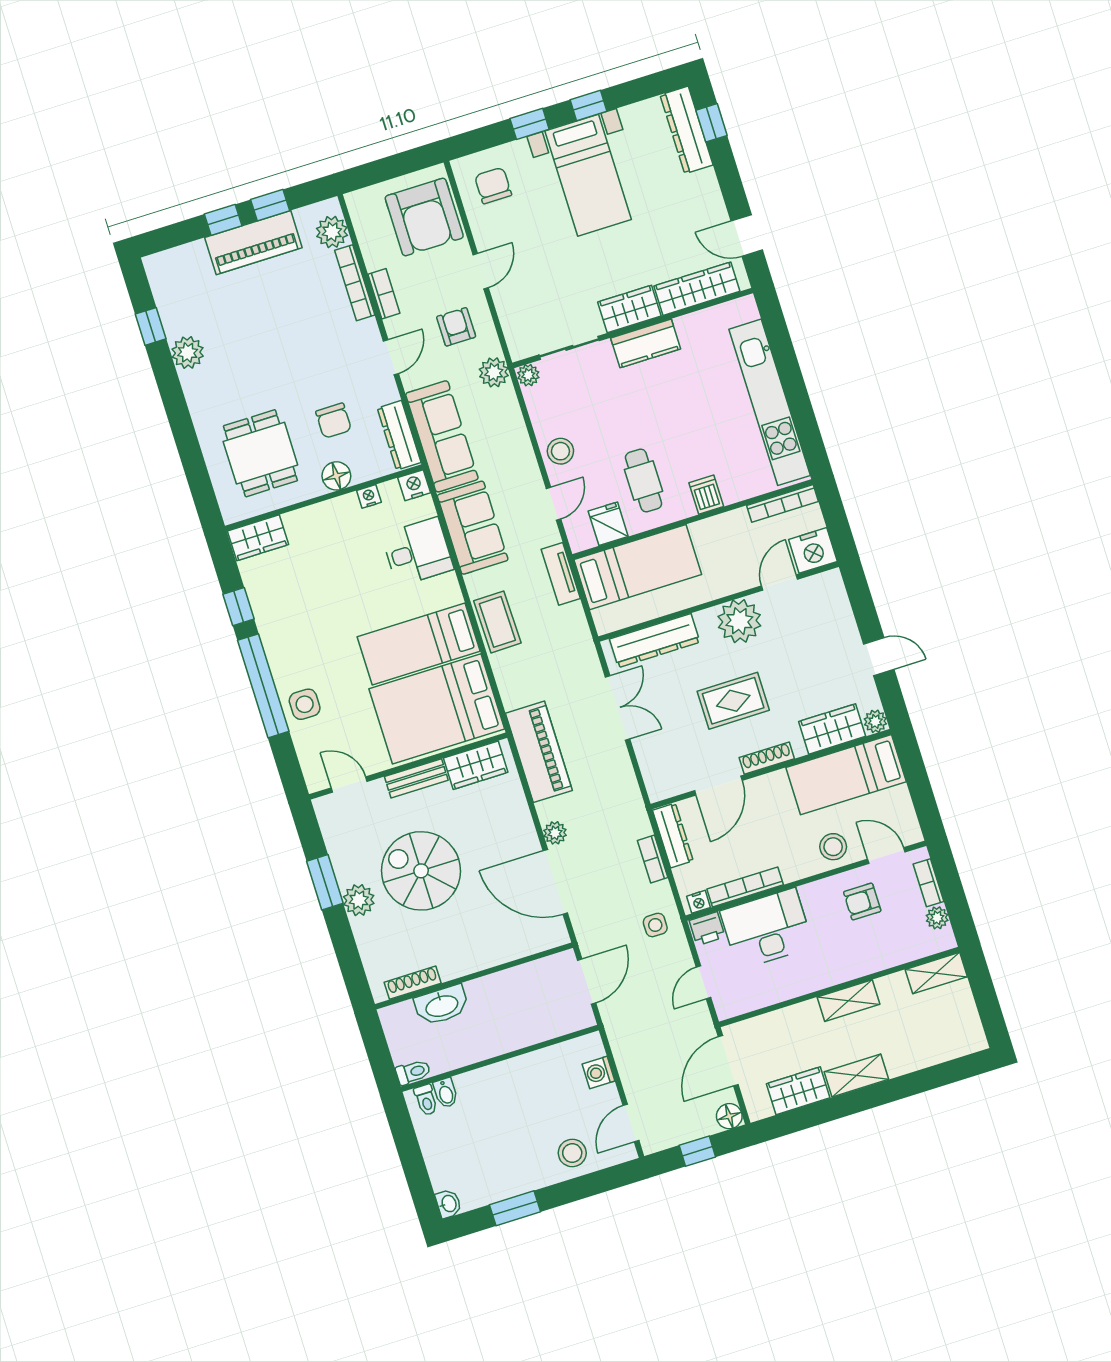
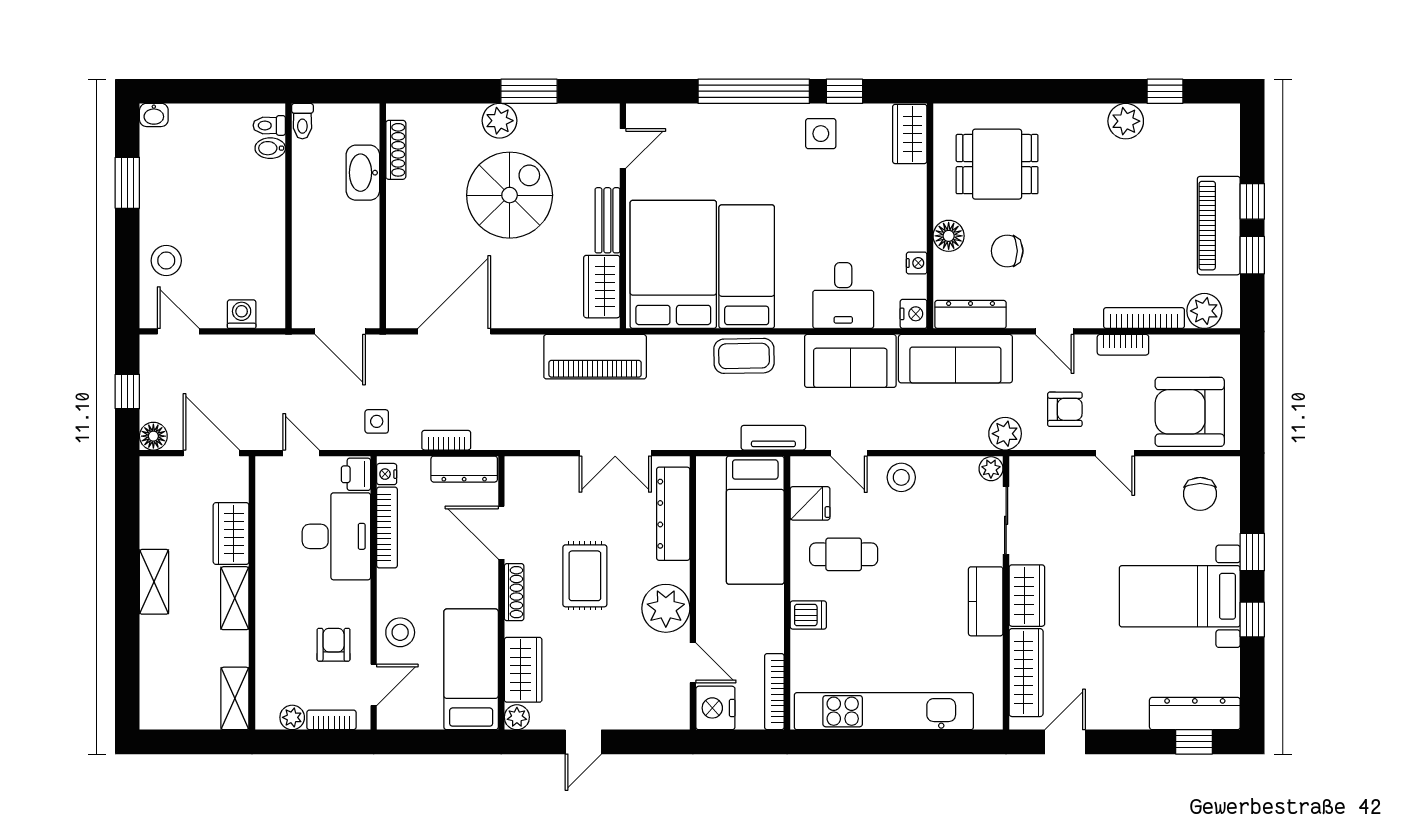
chair: (493, 186) -> (1200, 494), turned 90
side table: (305, 704) -> (821, 134), moved
plant: (555, 833) -> (505, 347), removed
wardrobe: (798, 1091) -> (231, 534), moved, turned 180

